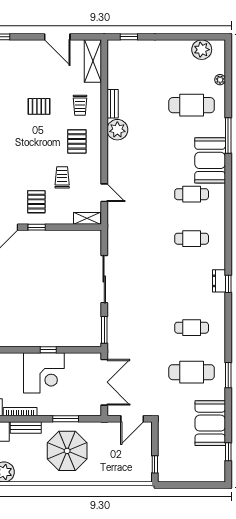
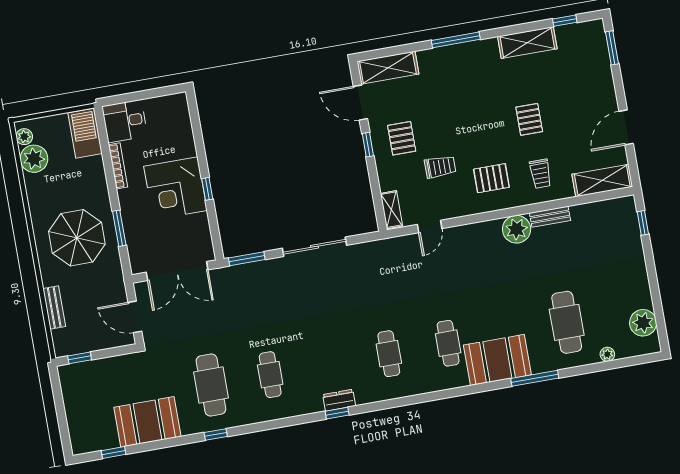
trolley: (80, 105) -> (540, 174), turned -90
pallet: (36, 202) -> (402, 138), turned 90
window: (228, 375) -> (216, 435), width x0.67
bench: (26, 427) -> (54, 308), moved

